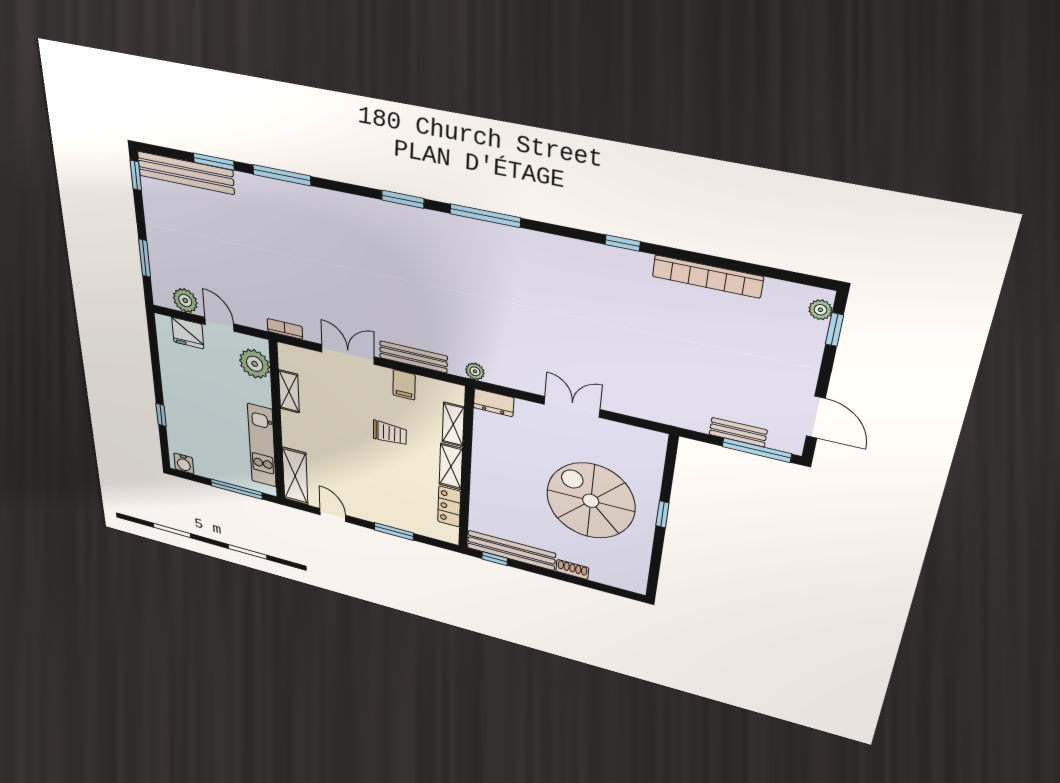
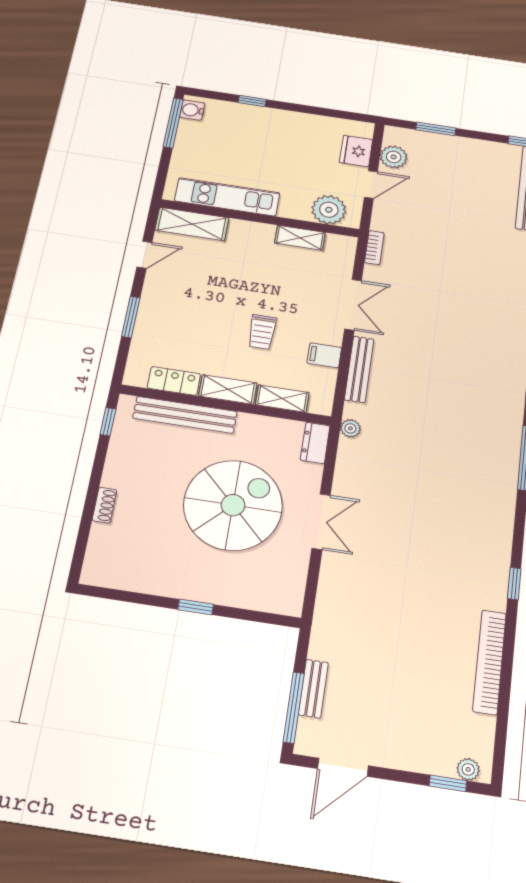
window: (236, 489) -> (173, 123), moved
spiral stairs: (591, 501) -> (233, 505), moved
bench: (511, 550) -> (185, 415), moved, turned 90

